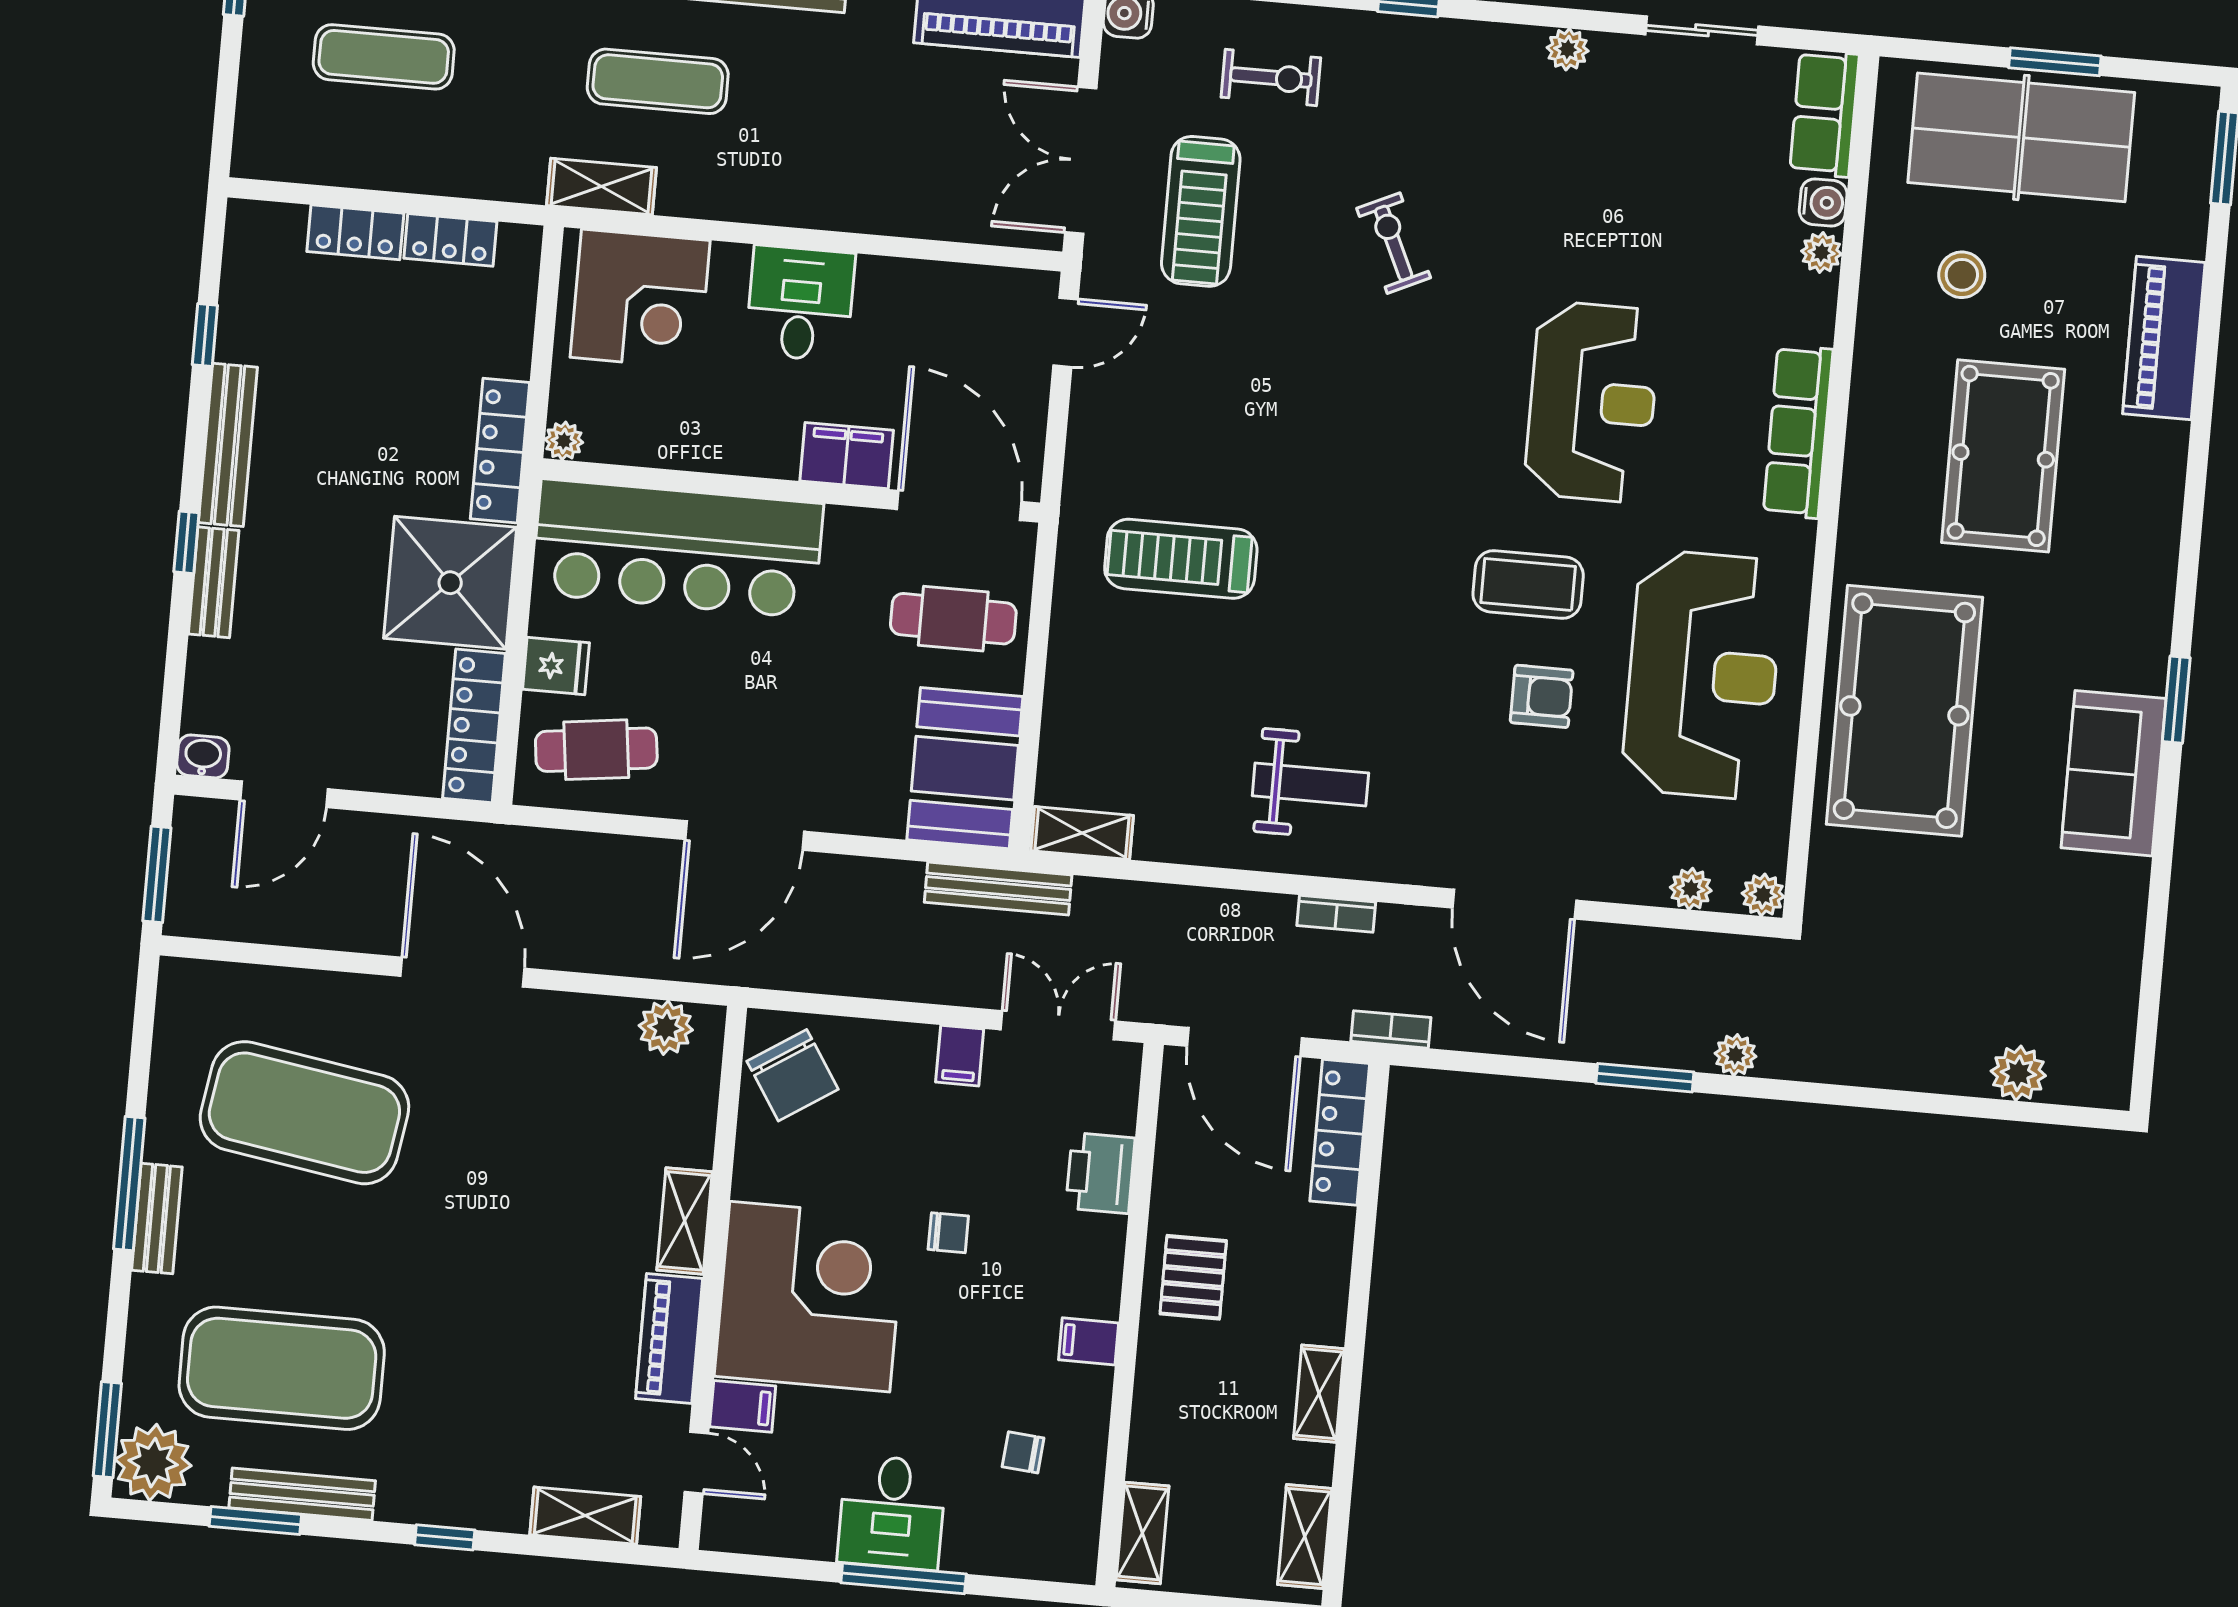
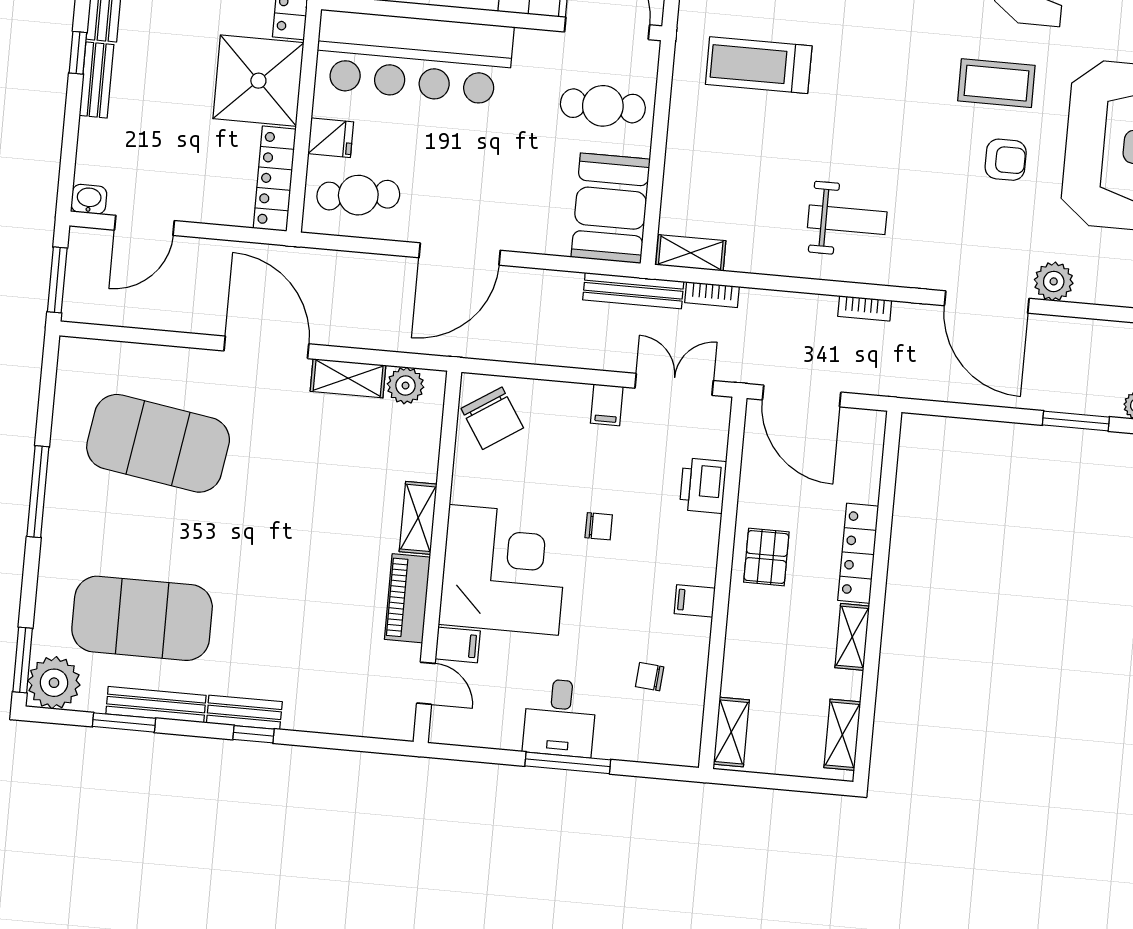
plant: (1691, 889) -> (1054, 281), moved, width x1.38, depth x1.38
bookcase: (1391, 1029) -> (712, 295), moved, turned 180
locker: (1340, 1132) -> (858, 553), moved
bench: (157, 1219) -> (244, 712), moved, turned 90
shelving: (585, 1516) -> (348, 378), moved

